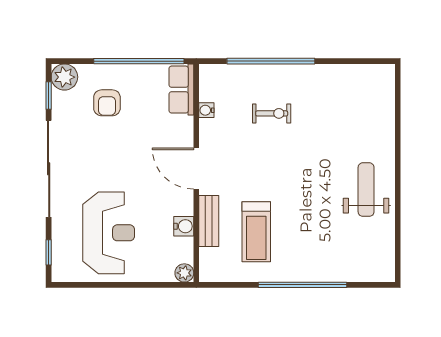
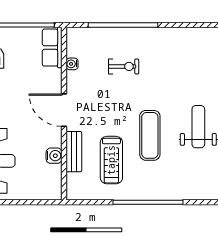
exercise mat: (305, 201) -> (150, 135), added
plant: (184, 273) -> (54, 193), removed

